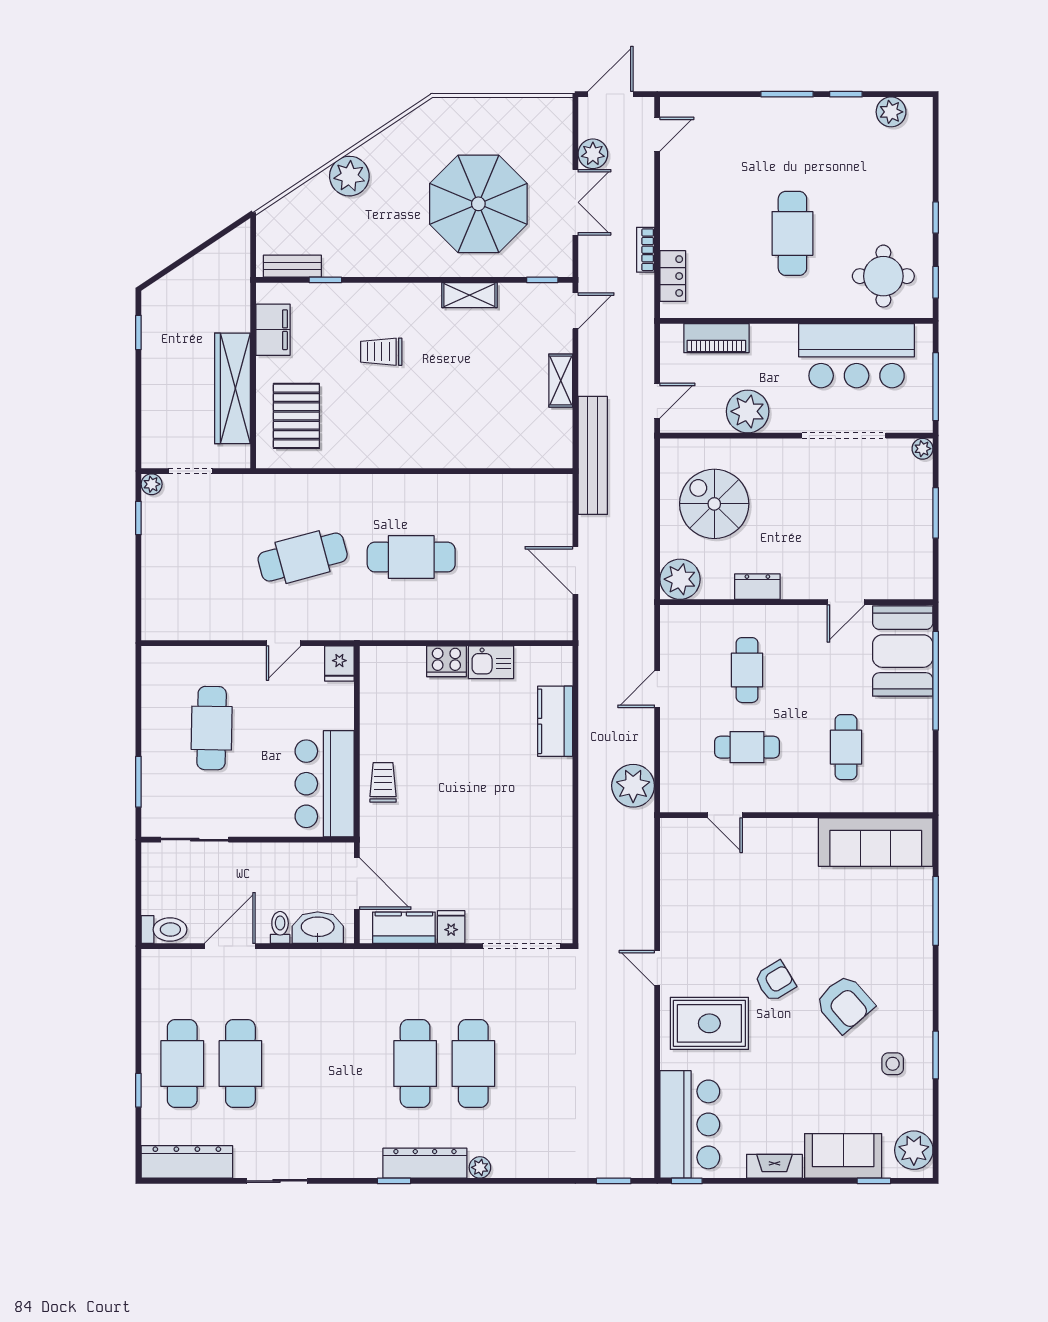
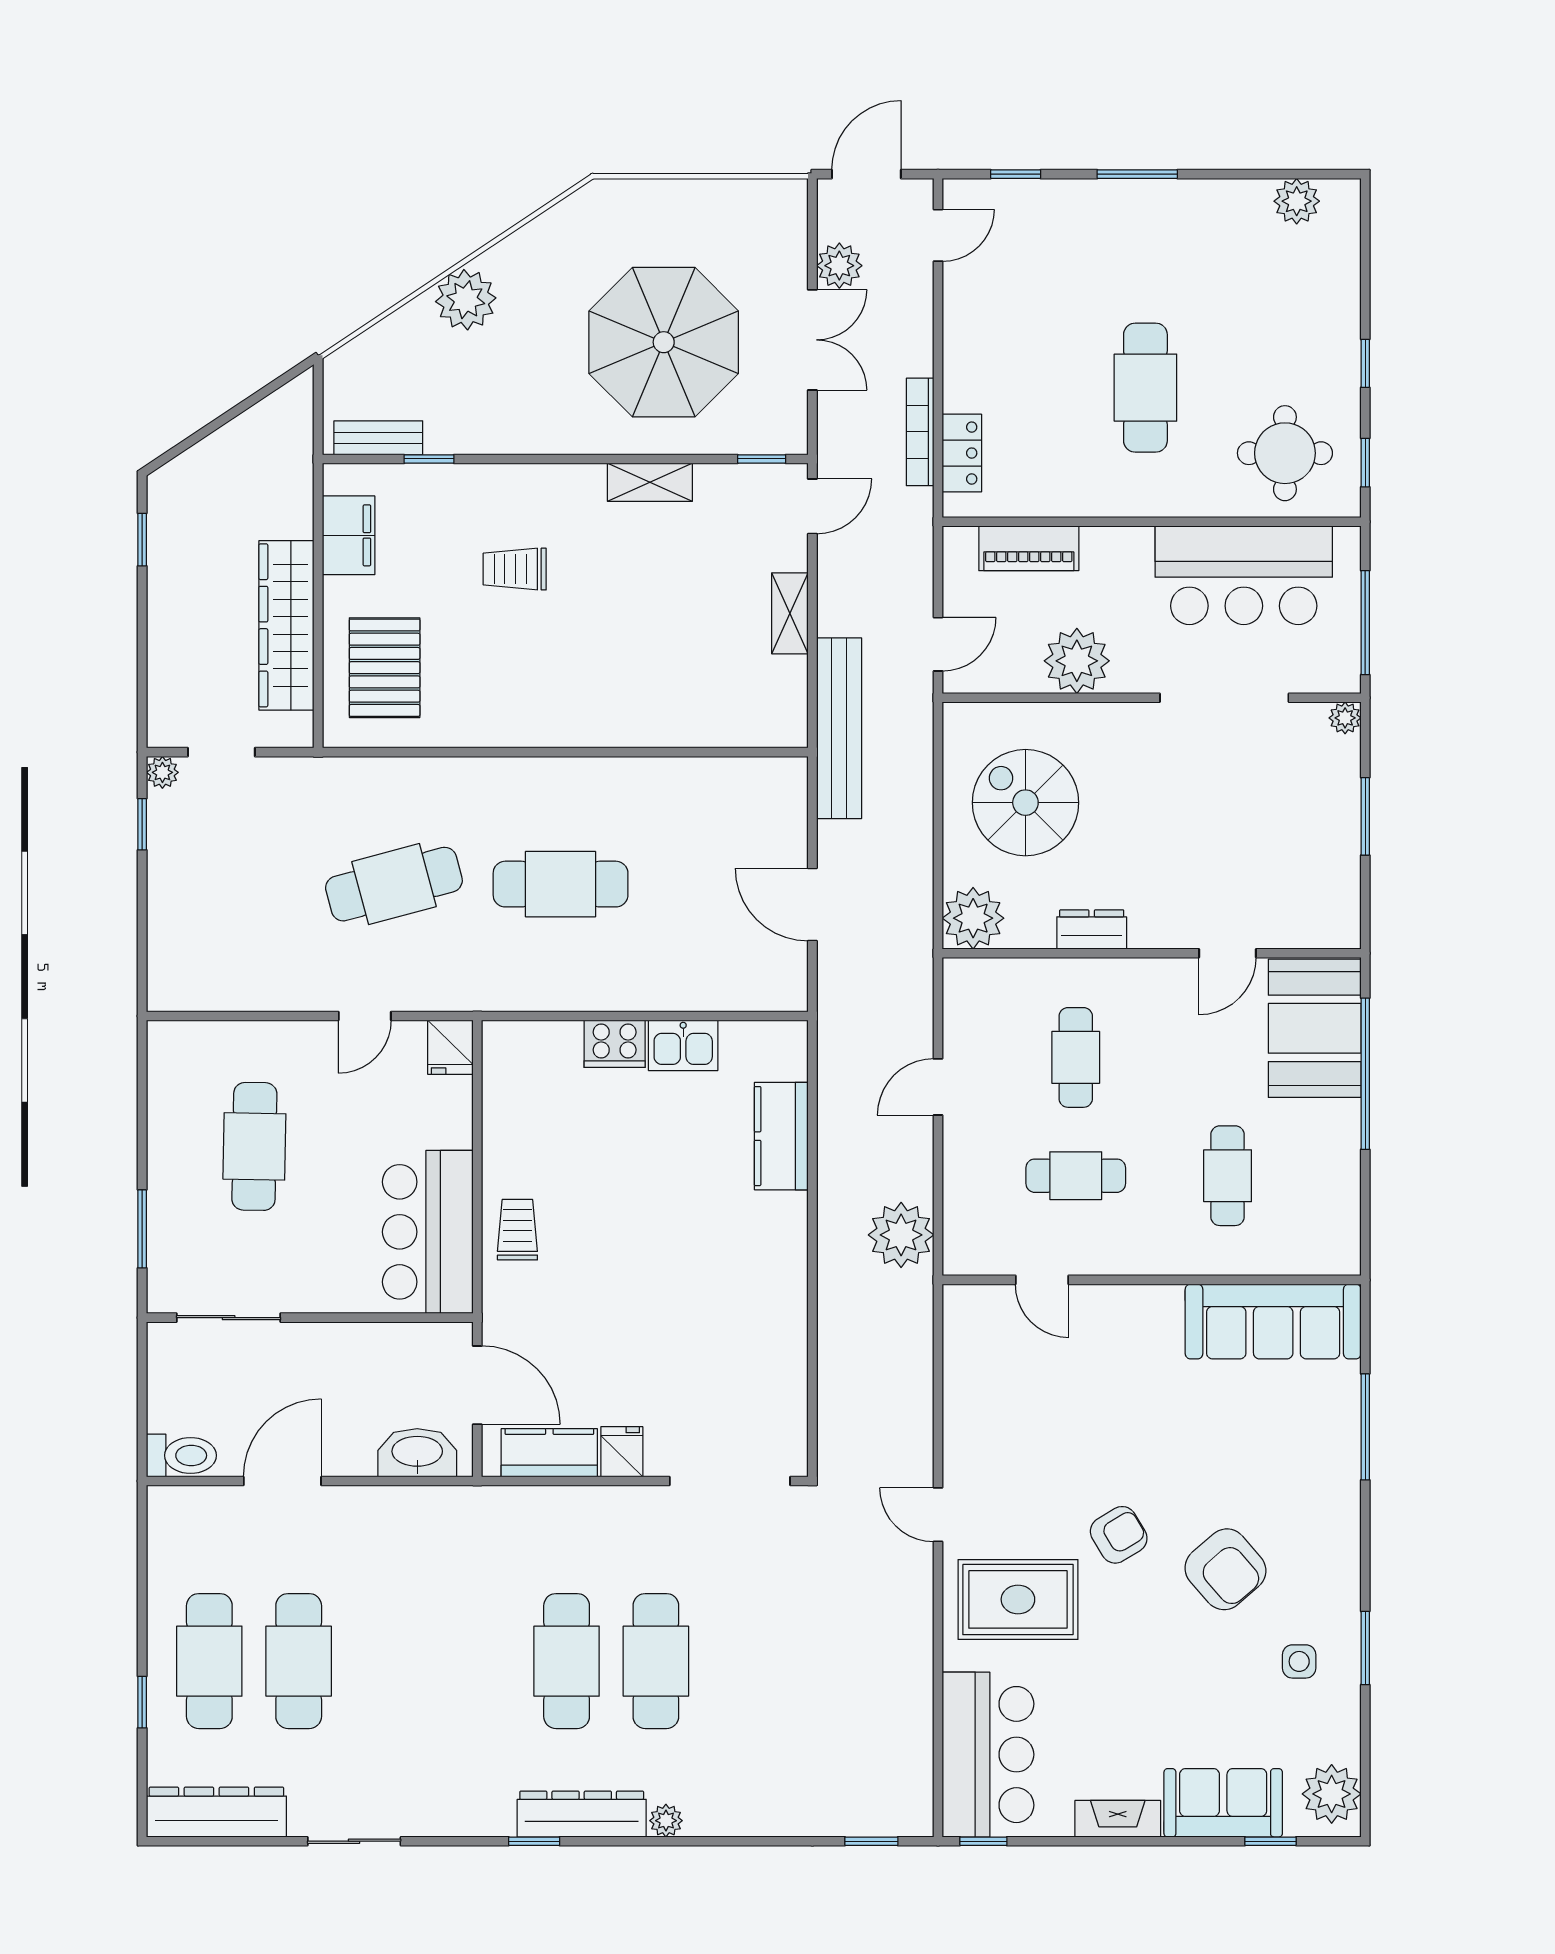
window: (846, 94) -> (1016, 174), moved
bookcase: (646, 250) -> (920, 432), width x1.56
toilet: (280, 927) -> (359, 1452), removed

